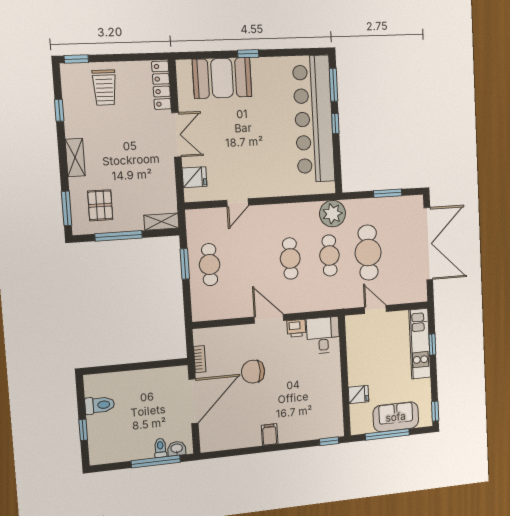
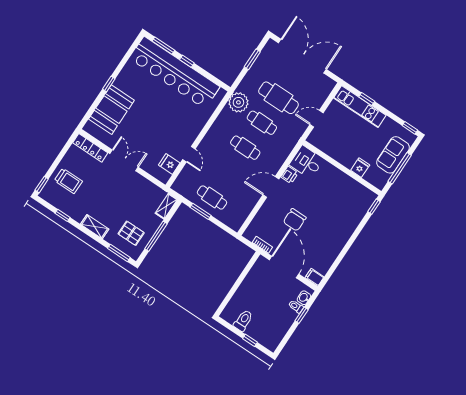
fridge: (195, 177) -> (169, 164), moved, turned -90
filing cabinet: (270, 435) -> (314, 277), moved
window: (156, 462) -> (302, 315), width x0.46

